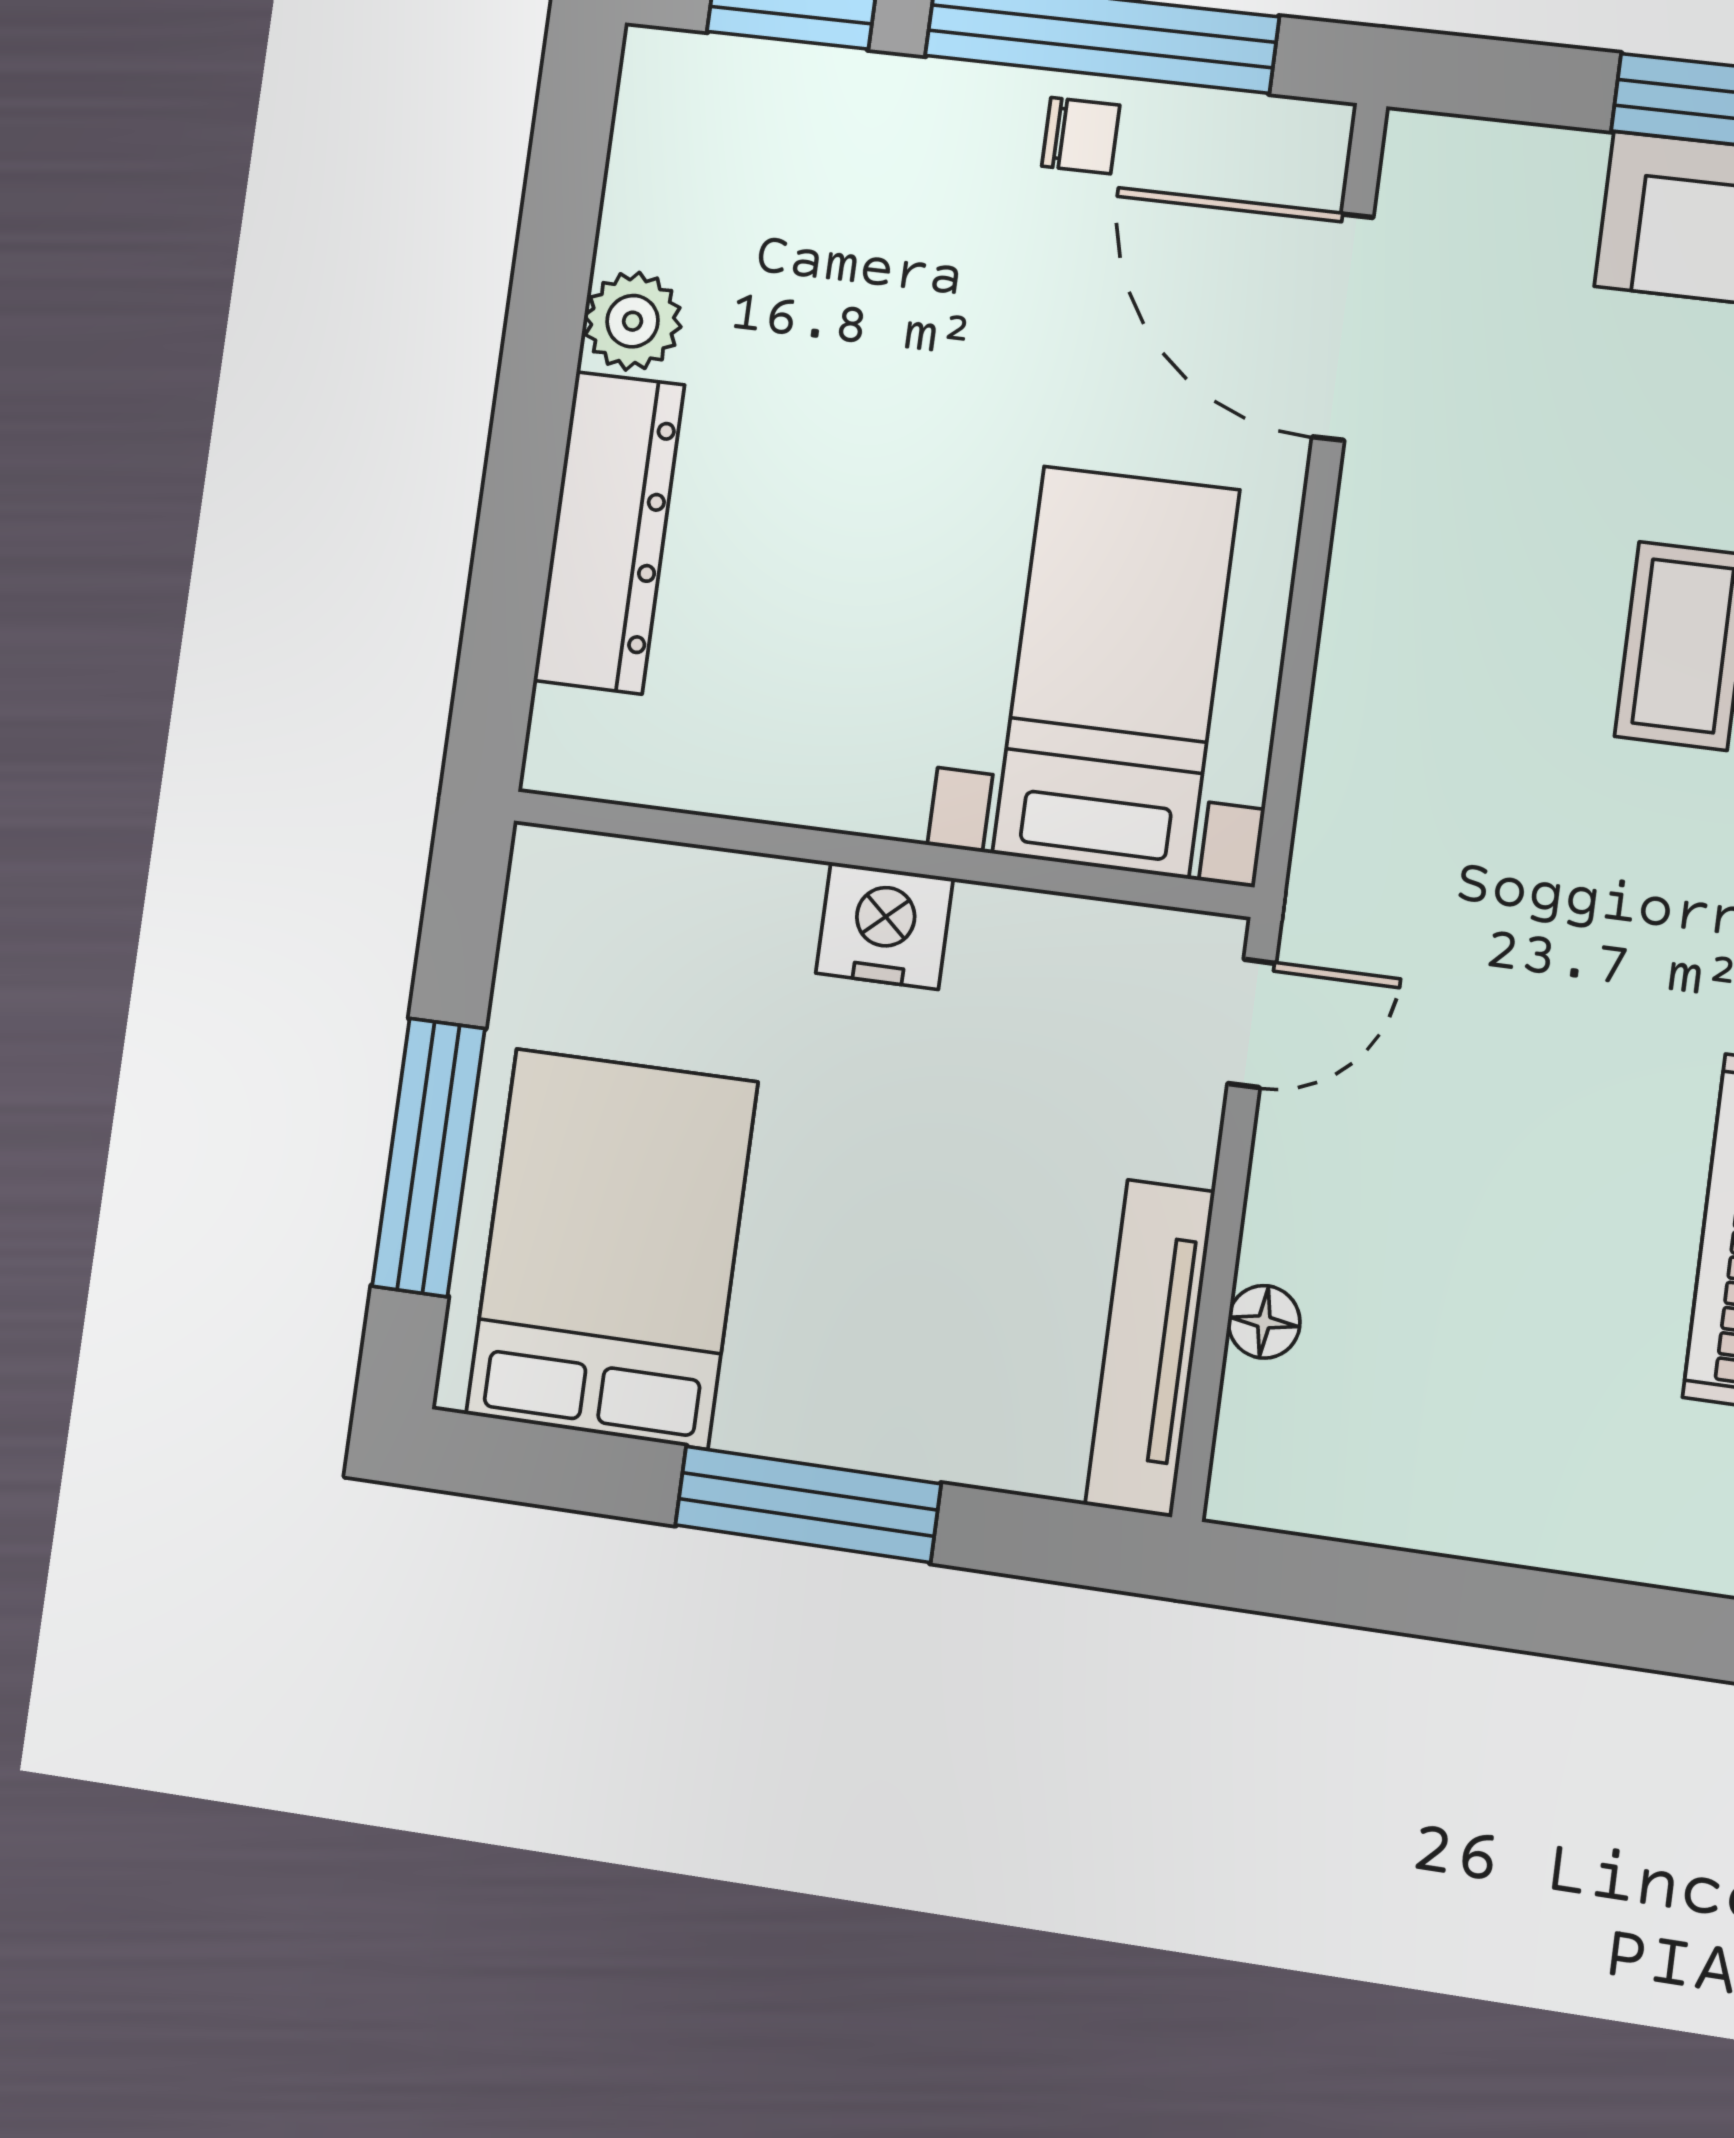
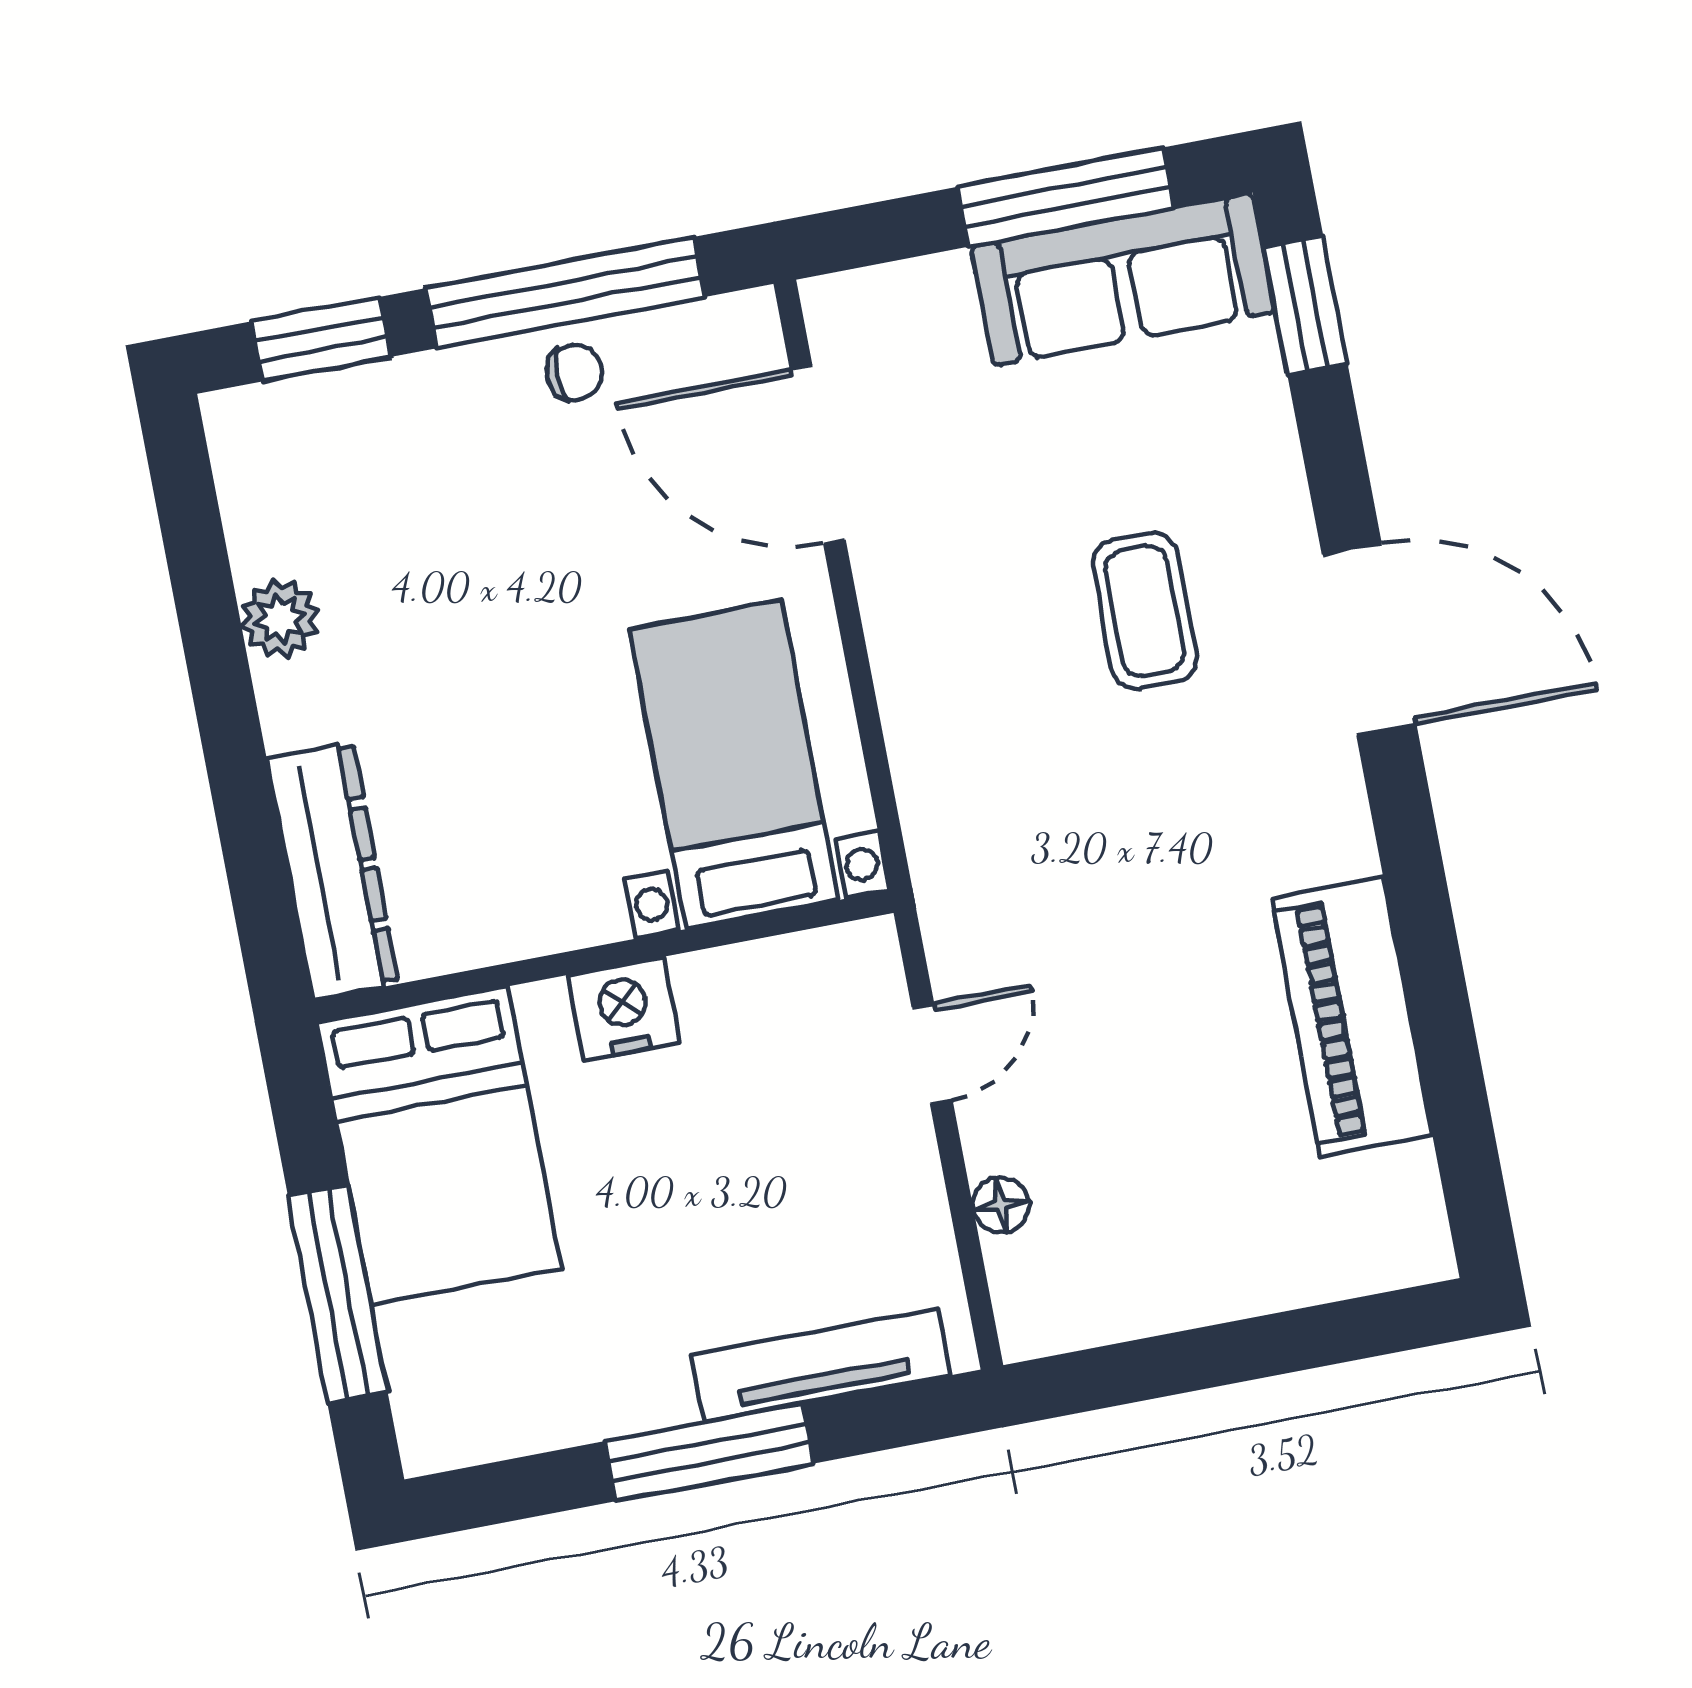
dresser: (609, 533) -> (333, 871), moved
door: (1252, 1023) -> (932, 1053), moved
bed: (612, 1248) -> (439, 1146), moved, turned 180
tv unit: (1150, 1348) -> (821, 1365), moved, turned 90

